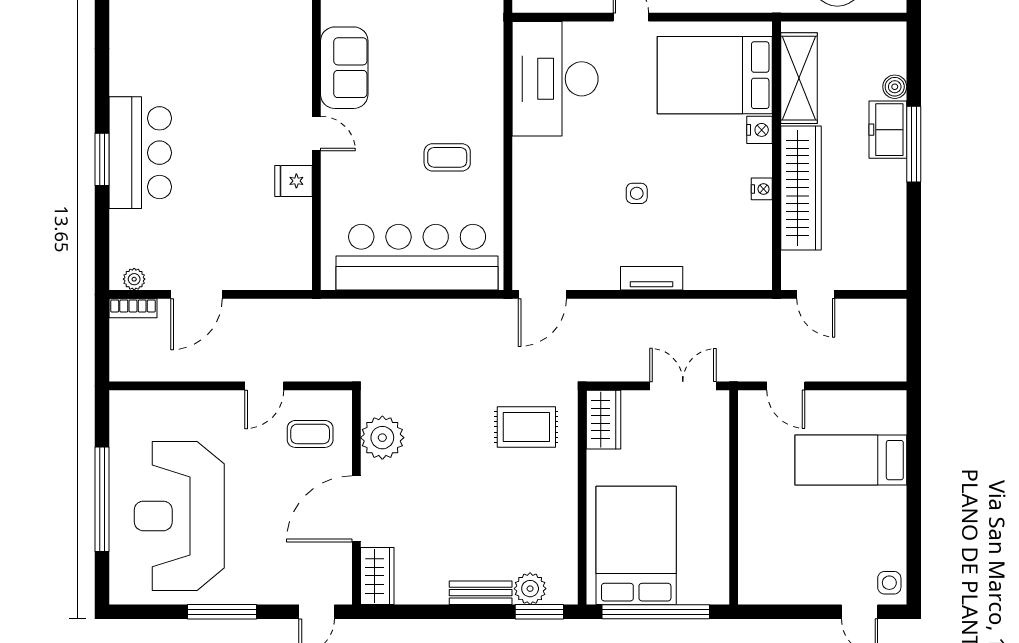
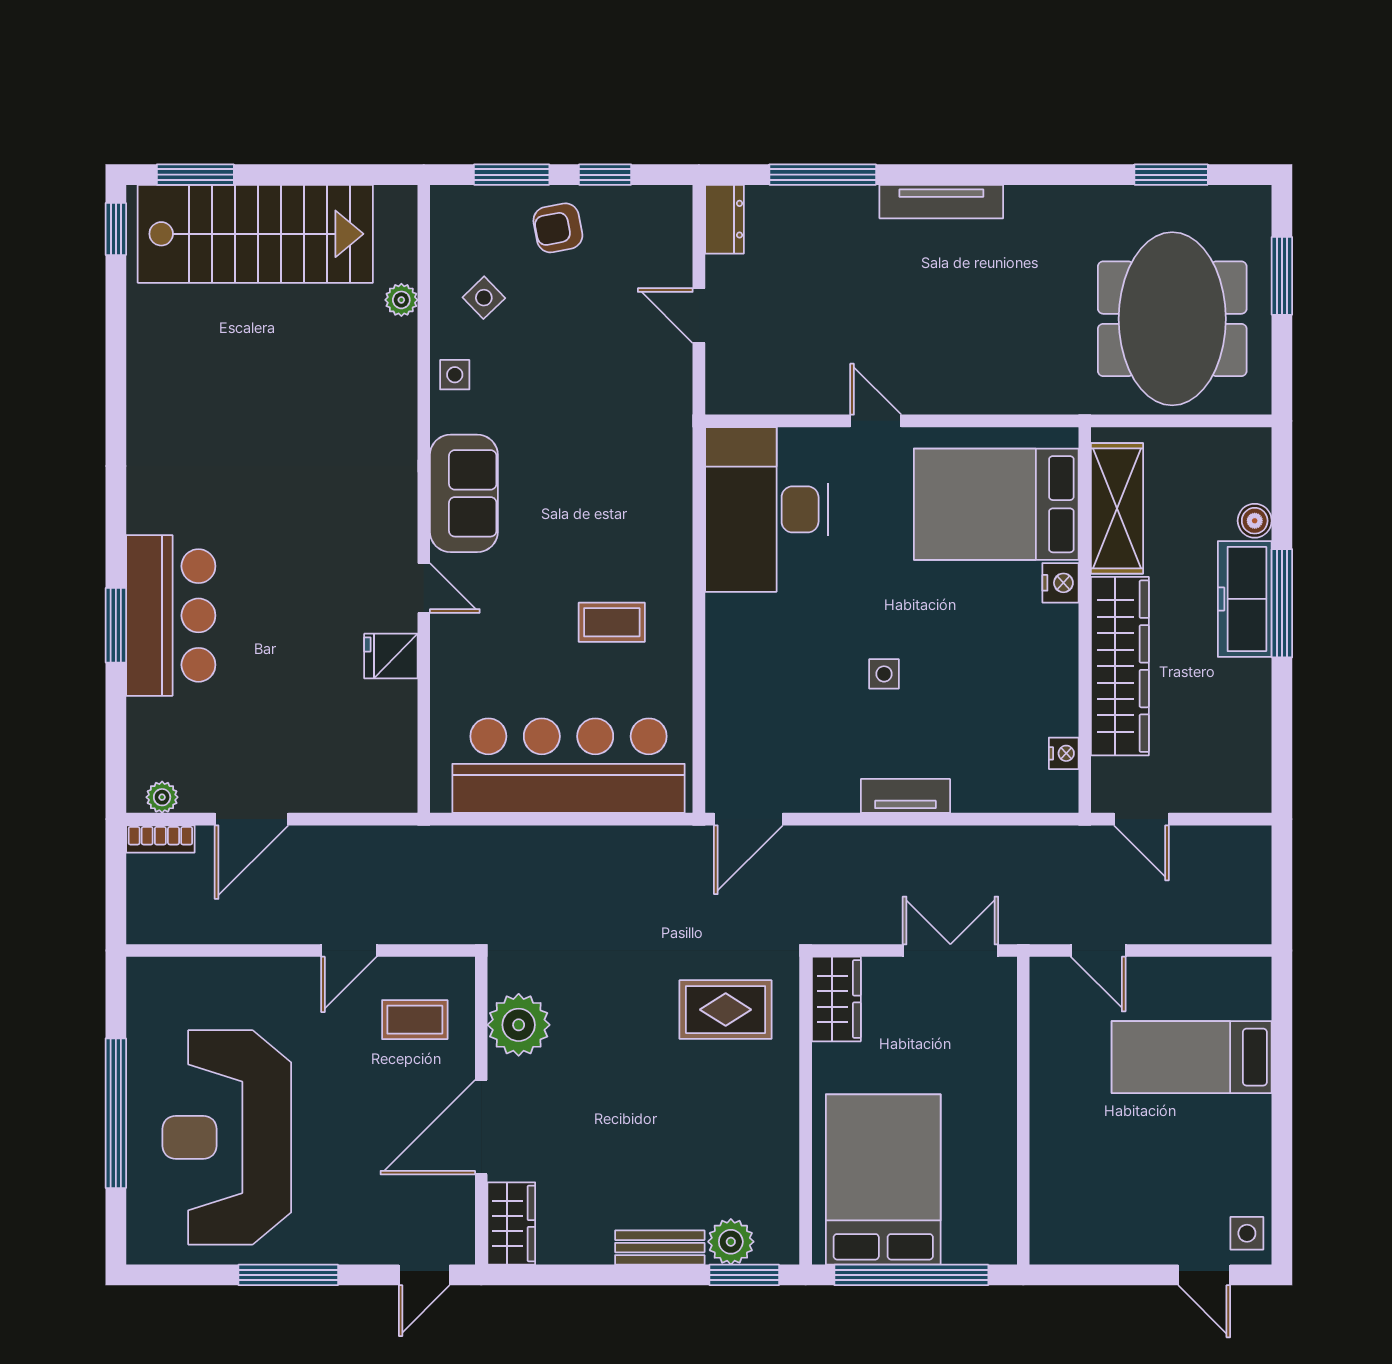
freezer: (888, 130) -> (1245, 599), width x1.40
nightstand: (762, 189) -> (1064, 753), moved

